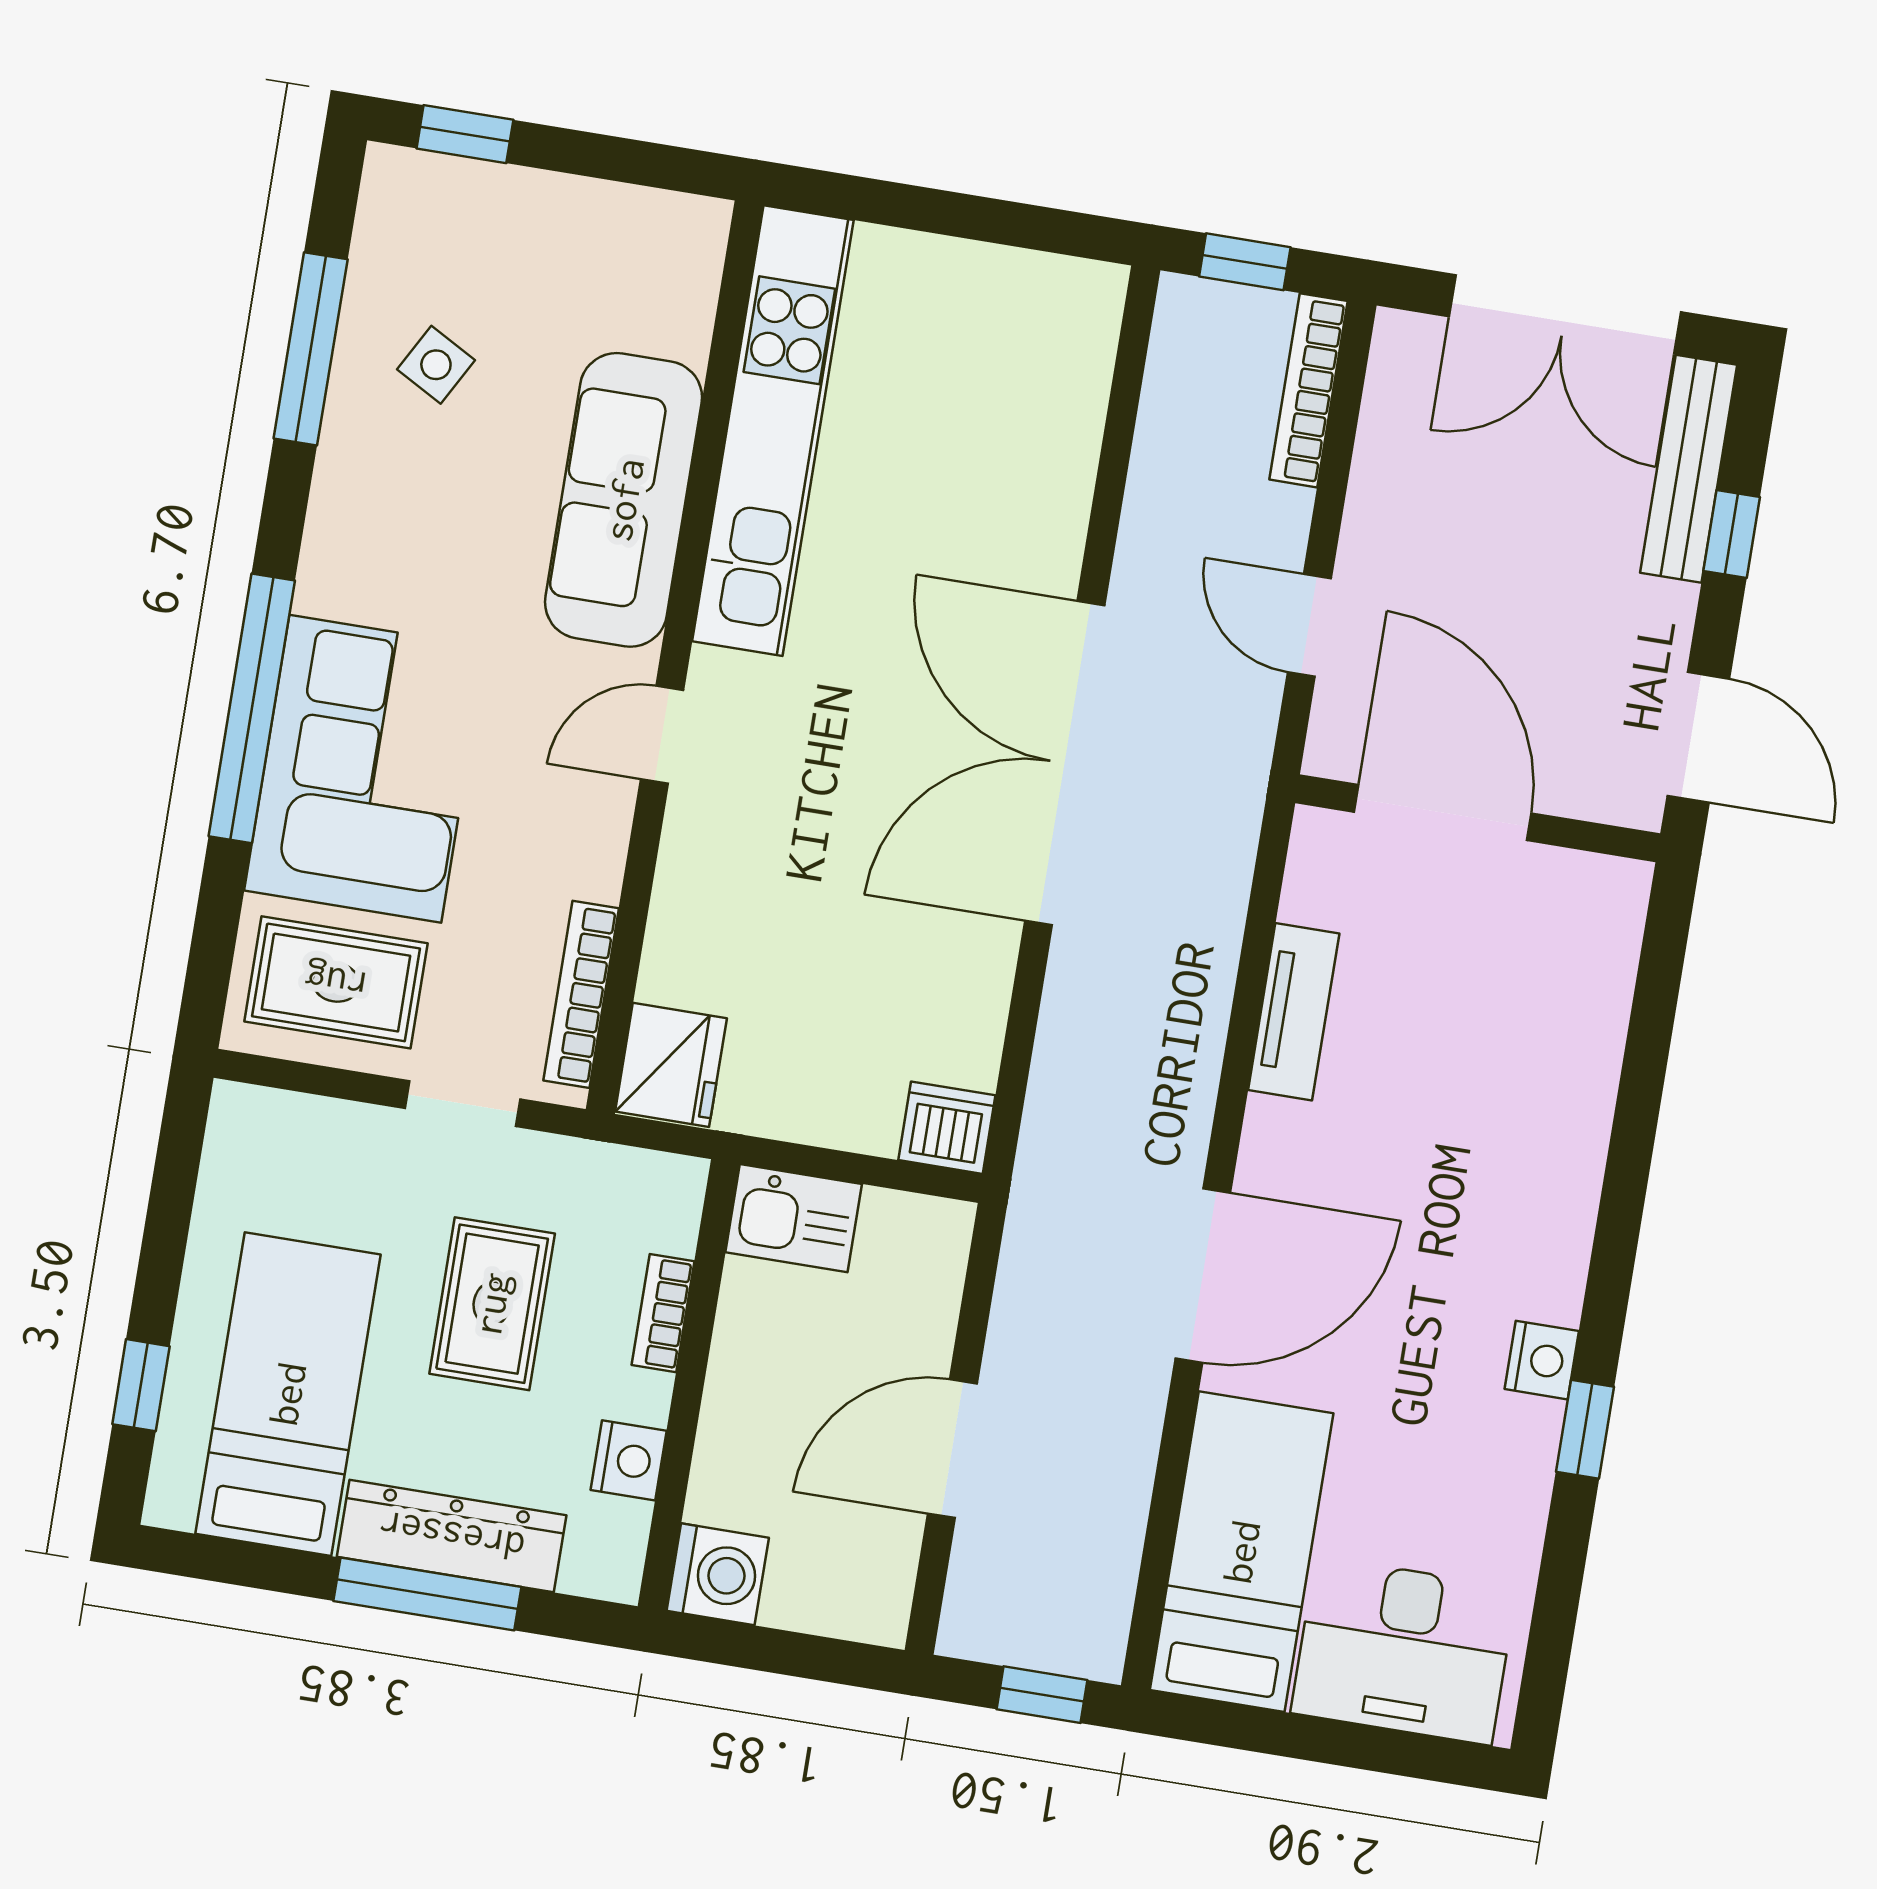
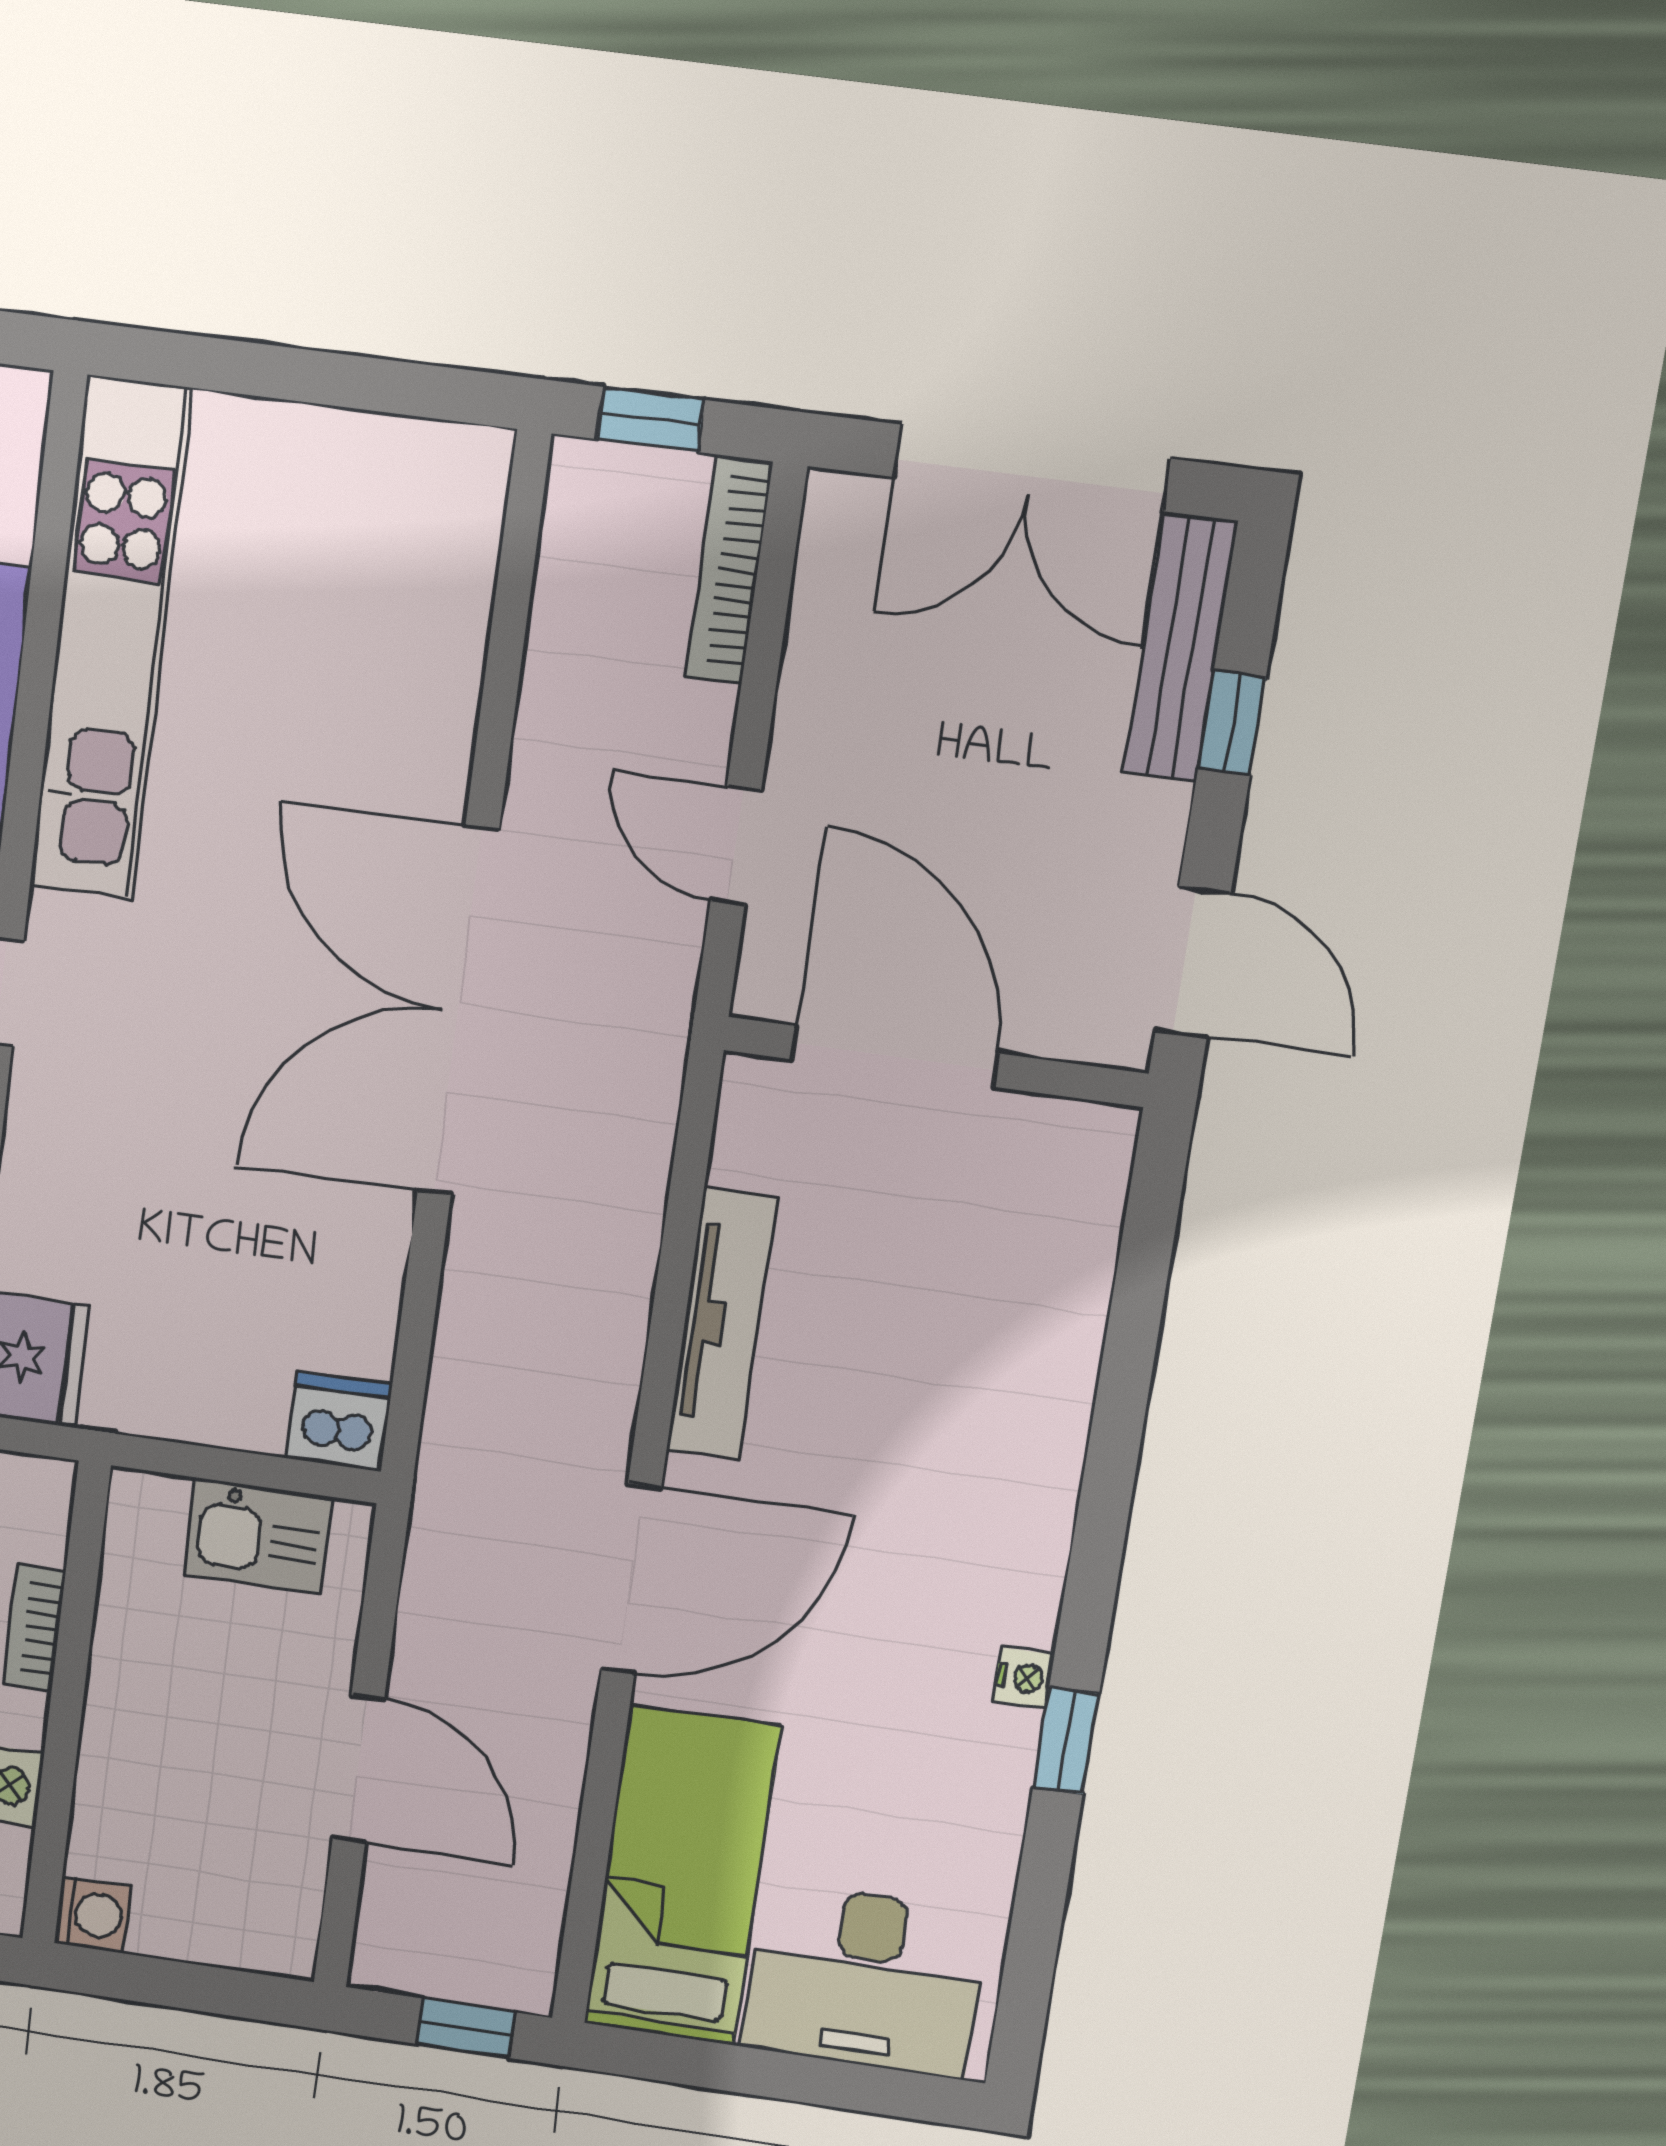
tv unit: (1294, 1012) -> (722, 1324), width x1.41
kitchen sink: (794, 1218) -> (257, 1535), moved
nightstand: (1542, 1360) -> (1024, 1678), width x0.72, depth x0.74
door: (952, 1449) -> (358, 1769), swing flipped
washing machine: (718, 1574) -> (93, 1915), width x0.73, depth x0.73

